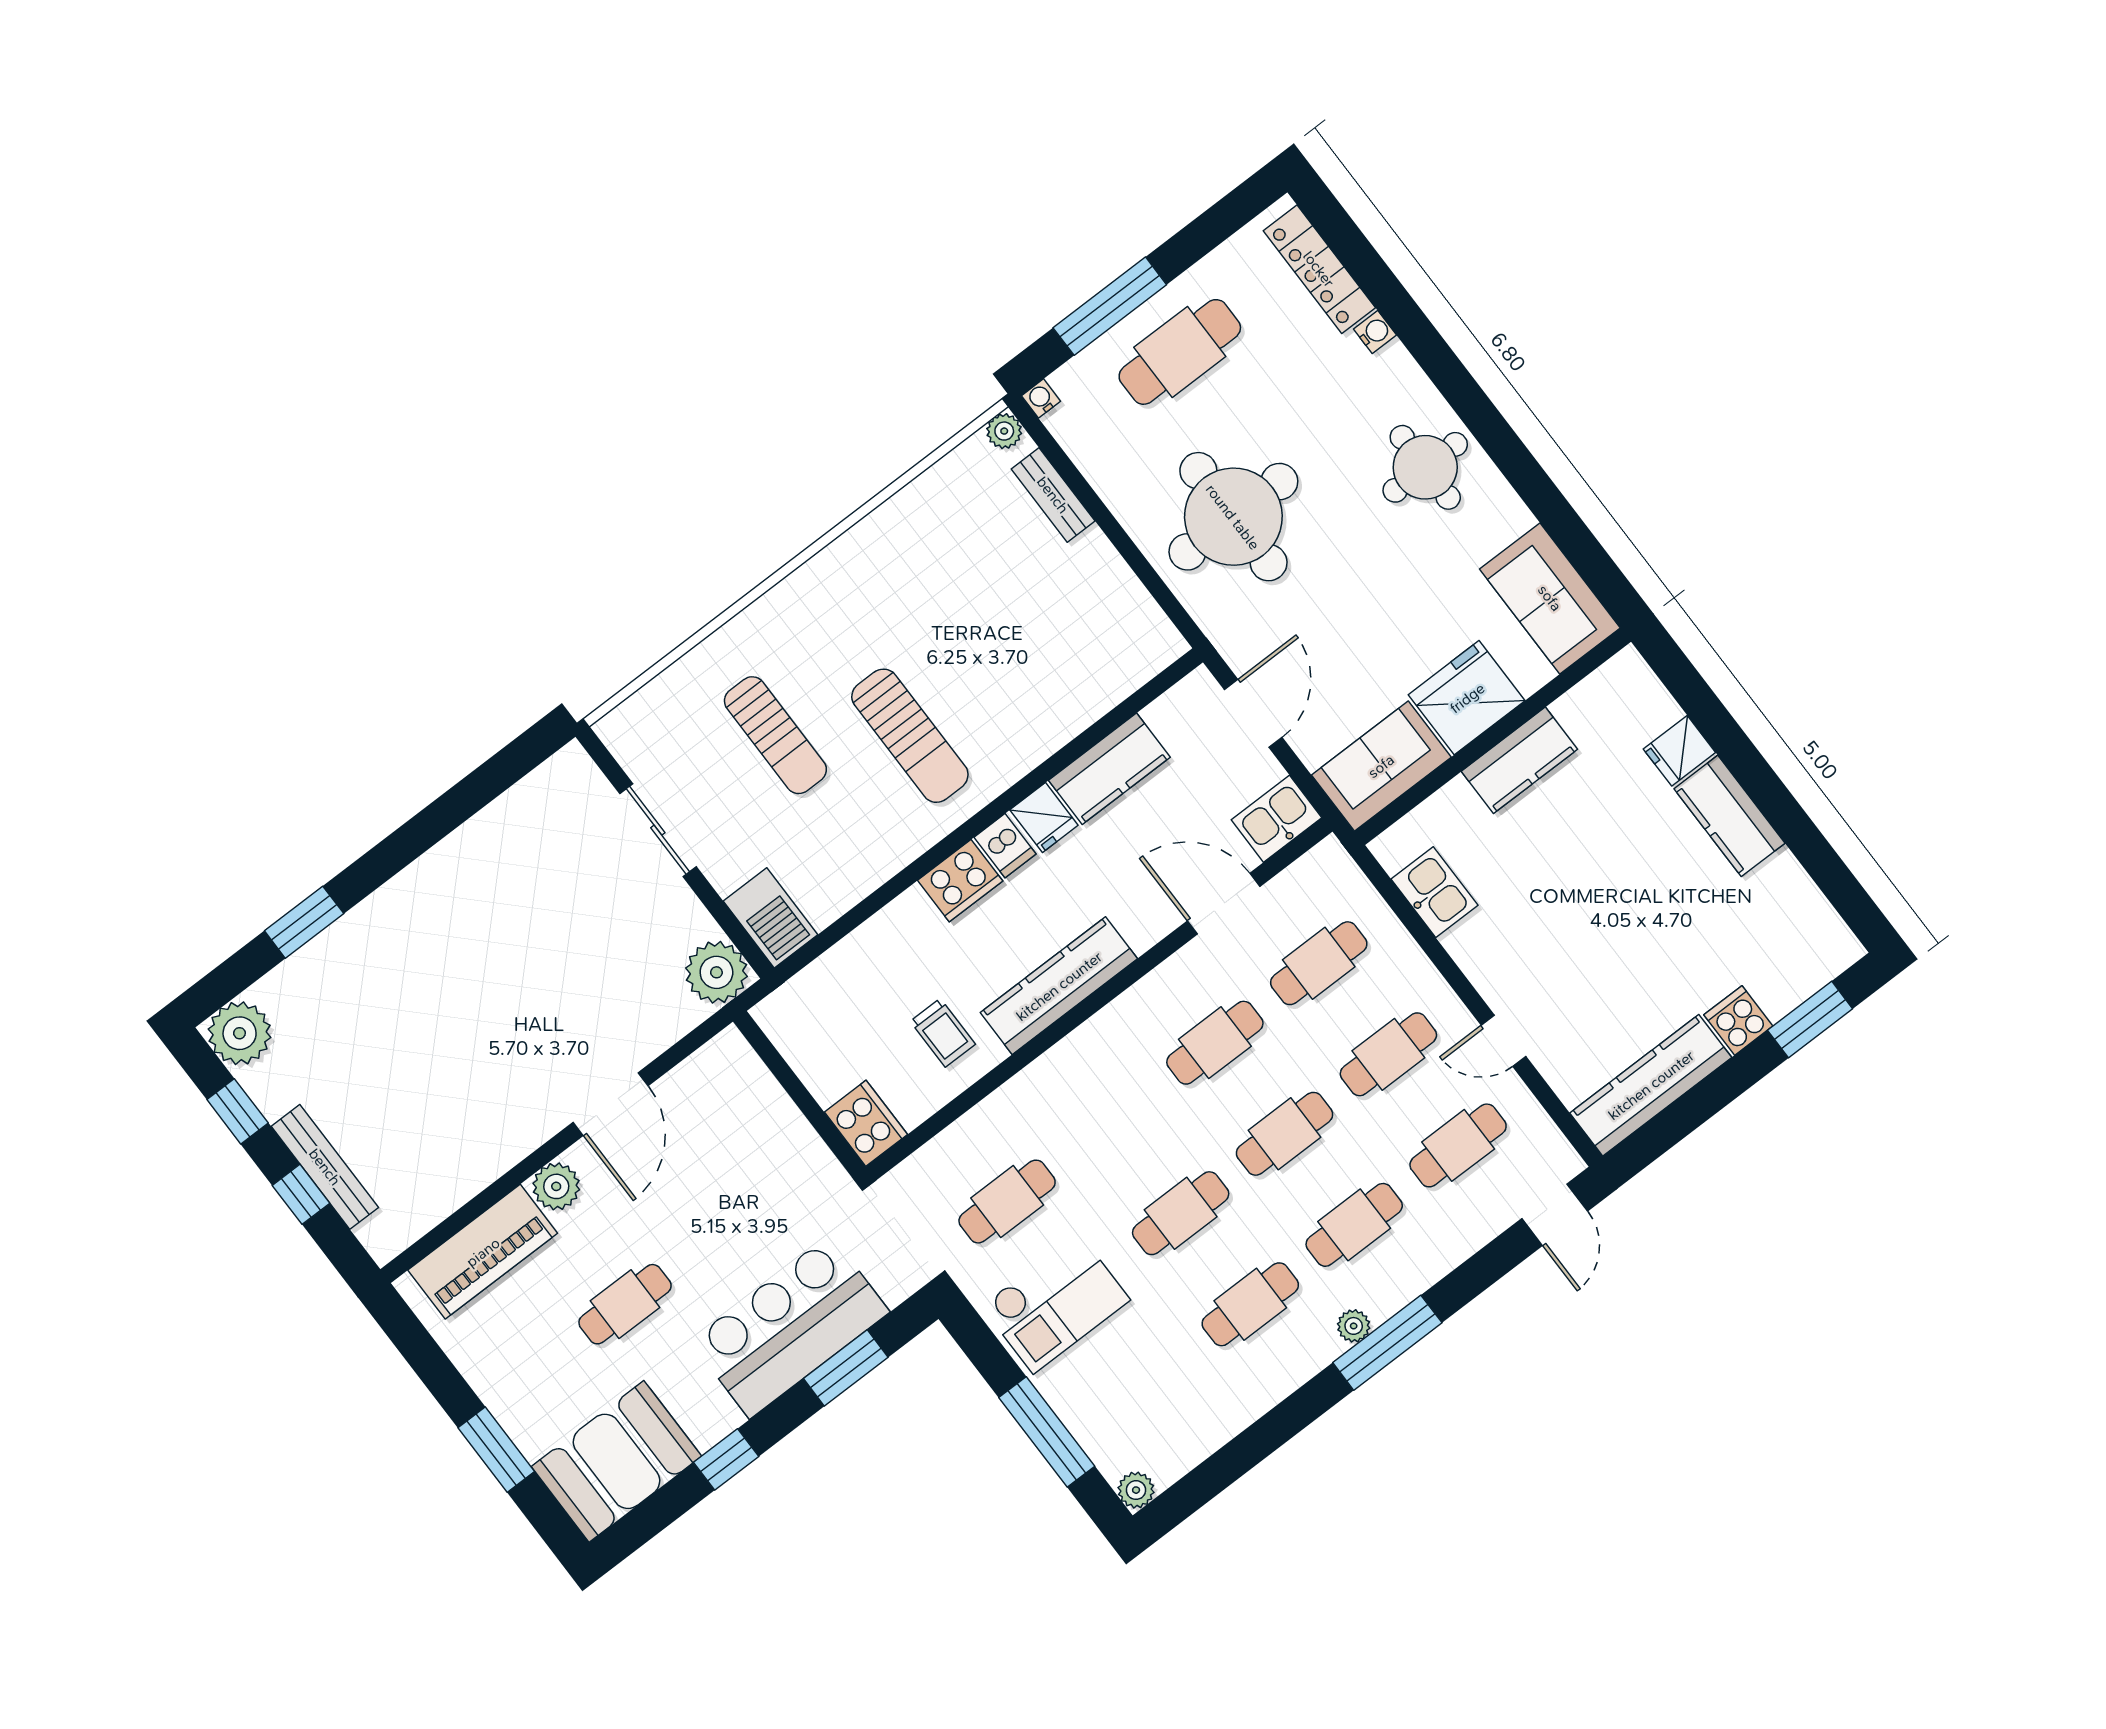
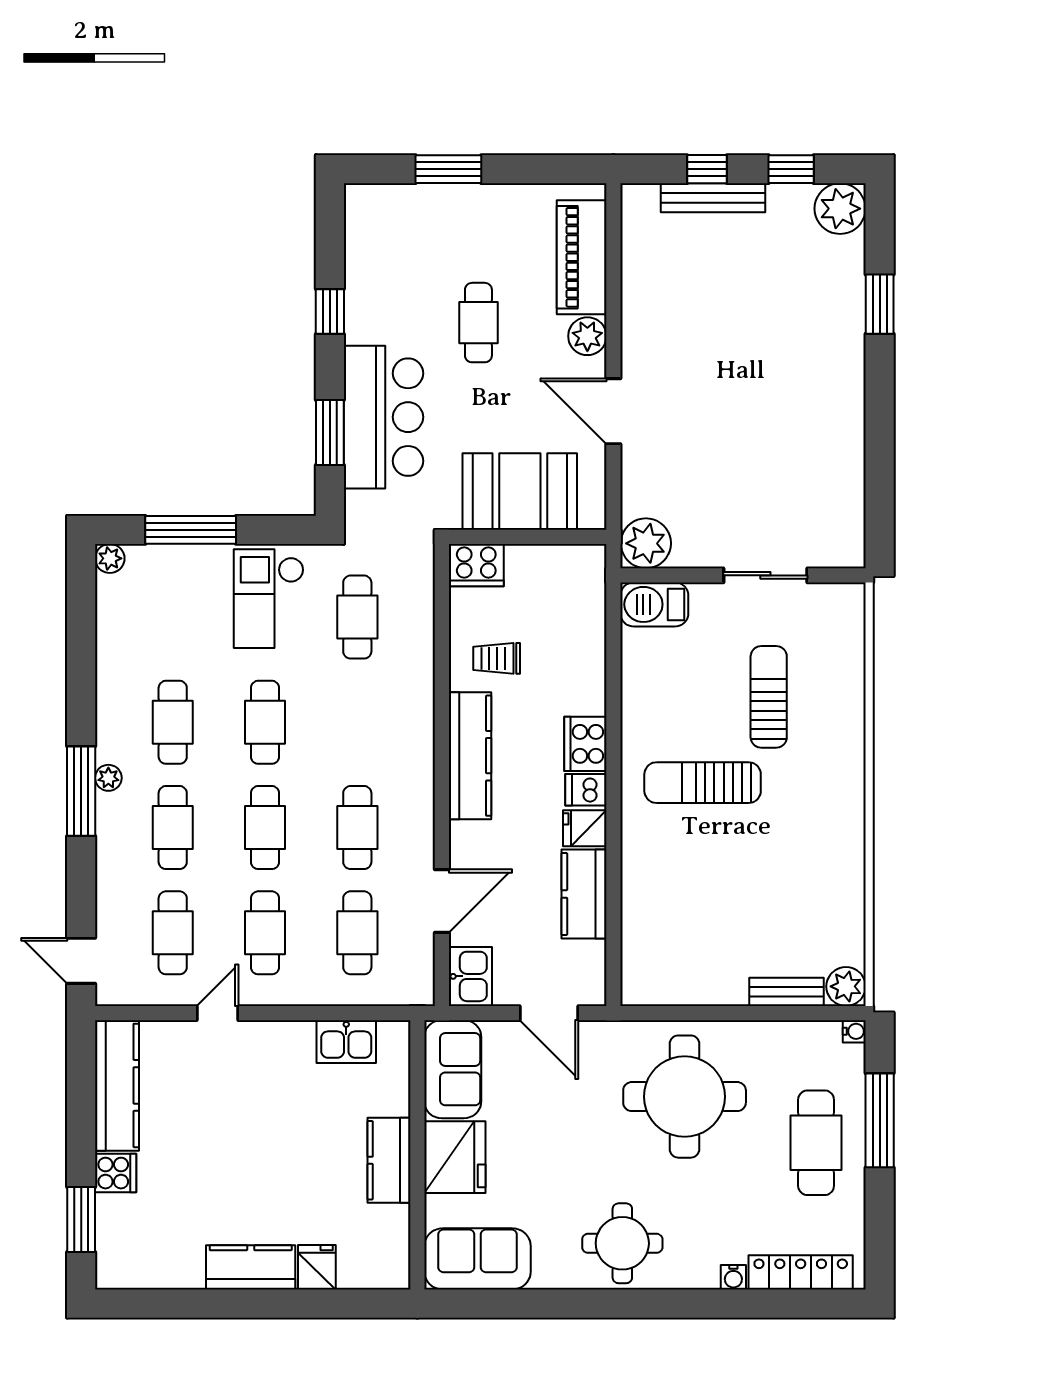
plant: (1004, 431) -> (846, 986), width x1.38, depth x1.38
sun lounger: (775, 735) -> (769, 697), turned 90
booth: (616, 1461) -> (520, 491), moved, turned 90

